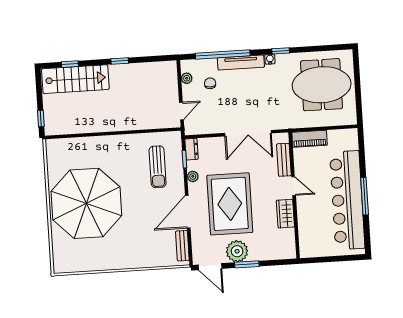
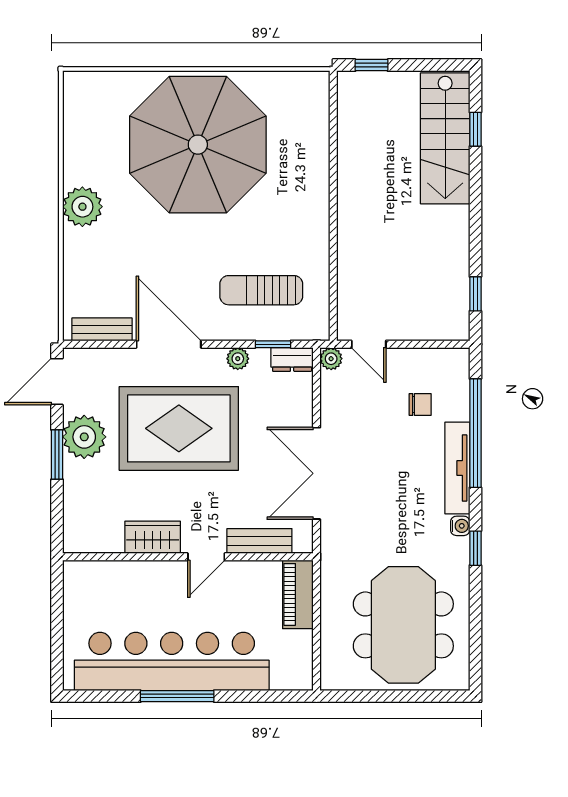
window: (120, 61) -> (475, 294), moved
plant: (187, 78) -> (331, 359), moved
plant: (121, 259) -> (82, 207), added

